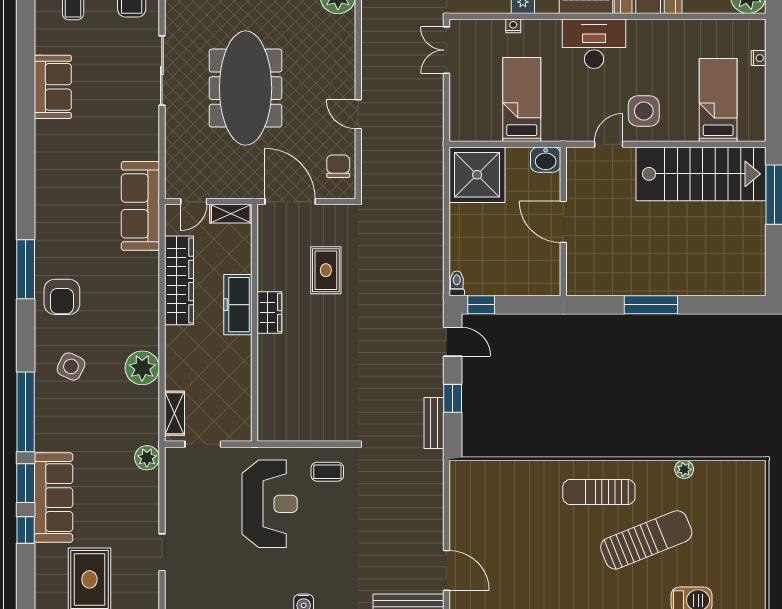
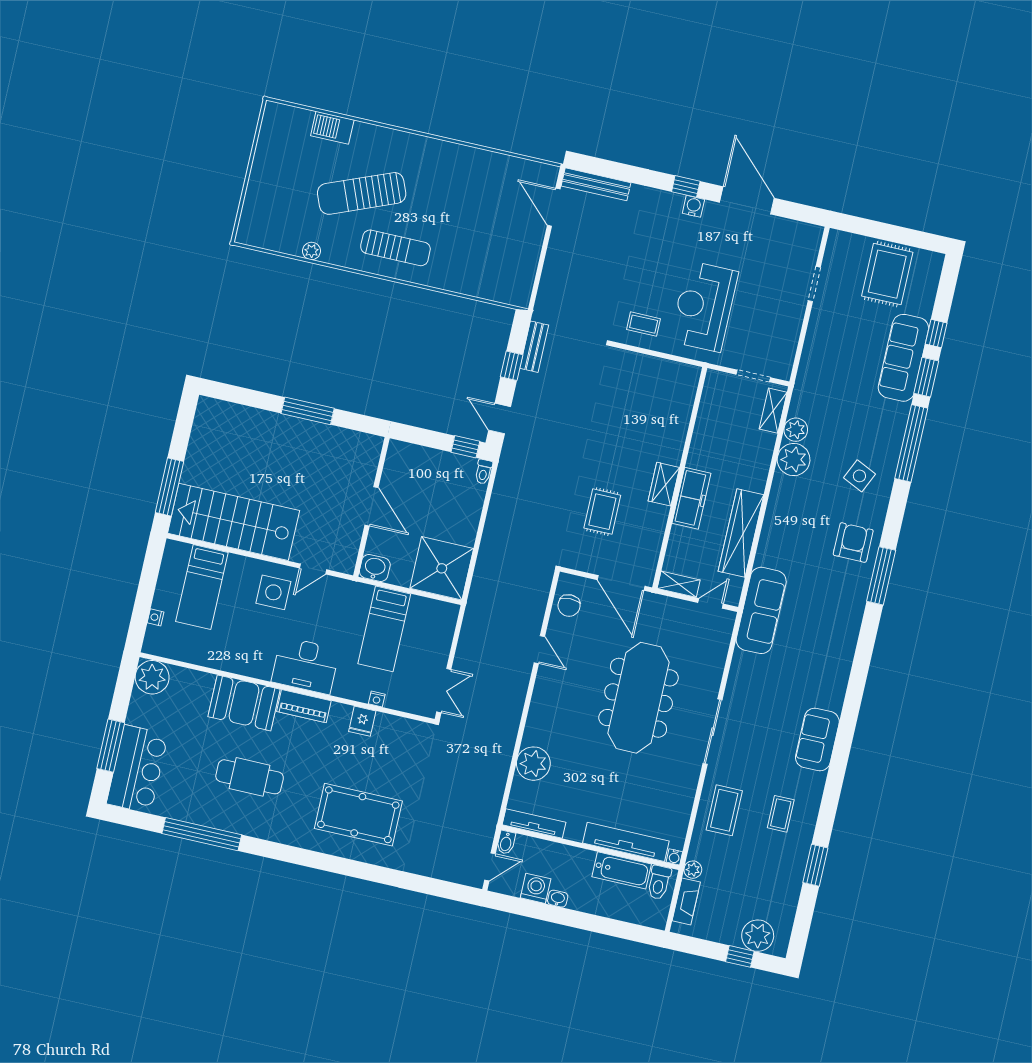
plant: (147, 458) -> (796, 430), moved

